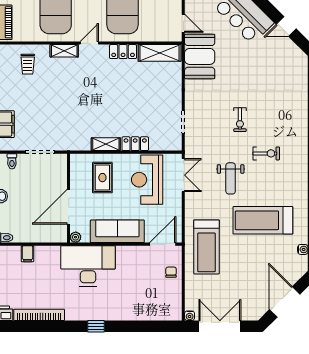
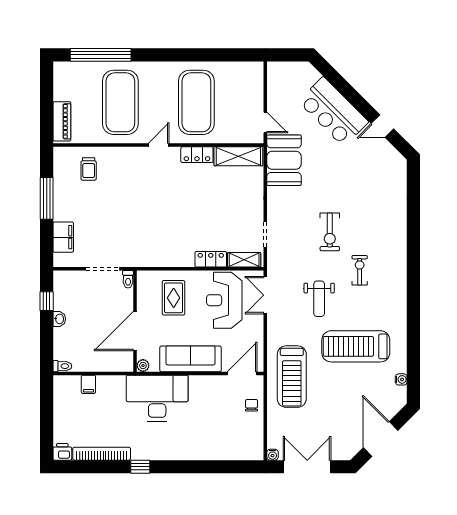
shelving: (64, 51) -> (130, 154), removed
exercise bike: (240, 120) -> (330, 232), width x1.38, depth x1.39
shelving: (106, 144) -> (244, 260), moved
exercise bike: (266, 153) -> (360, 270), turned -90
toilet: (12, 161) -> (128, 279), moved
double door: (183, 175) -> (265, 295), swing flipped
window: (96, 326) -> (140, 467), moved

